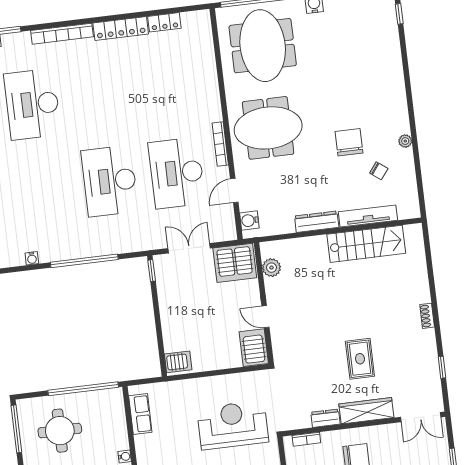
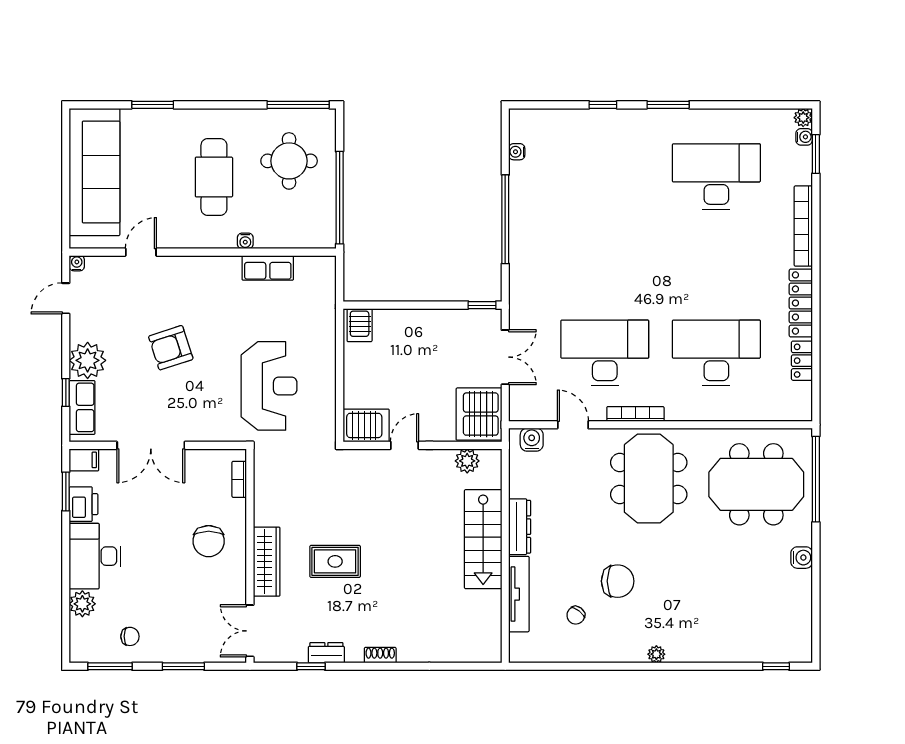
plant: (405, 141) -> (656, 654), moved
desk: (110, 181) -> (716, 353), moved
stairs: (366, 244) -> (483, 539), moved
row of seats: (140, 414) -> (268, 268), moved
dresser: (325, 418) -> (326, 653), moved, turned -90

